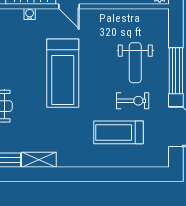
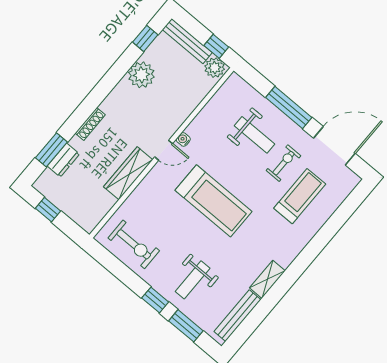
water cooler: (30, 14) -> (183, 139), moved
treadmill: (118, 132) -> (300, 196), turned 180

